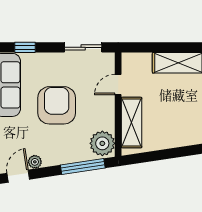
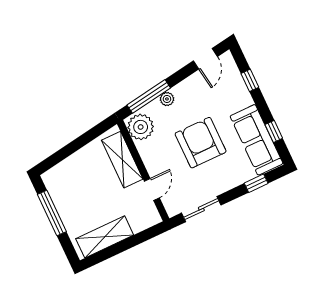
armchair: (57, 105) -> (201, 143), turned 180
plant: (35, 162) -> (167, 99), moved

